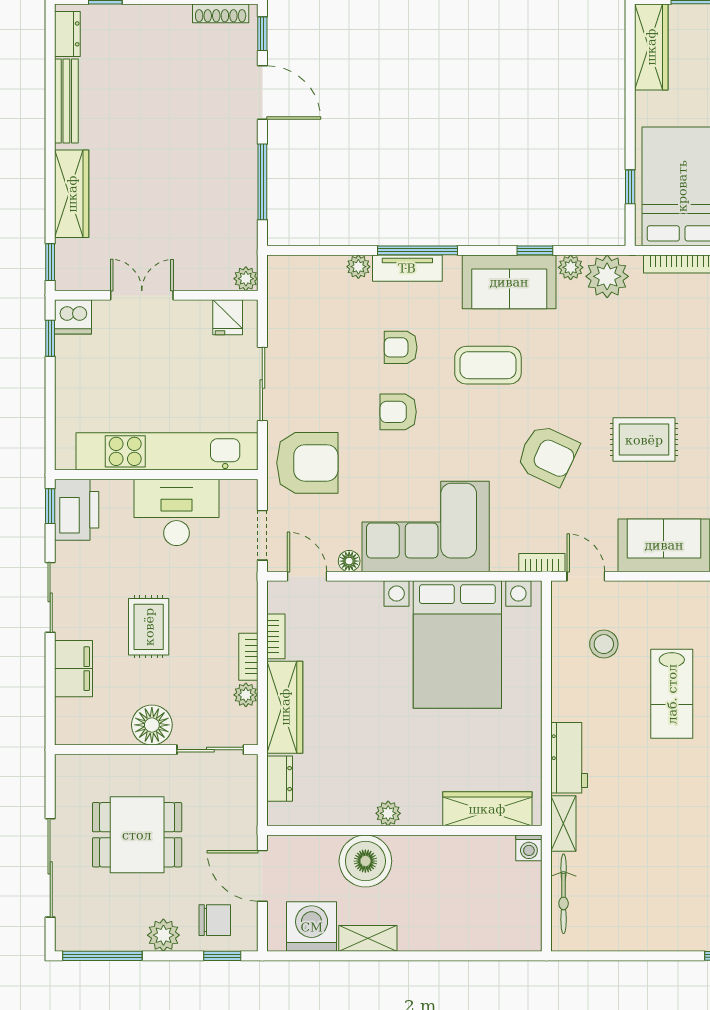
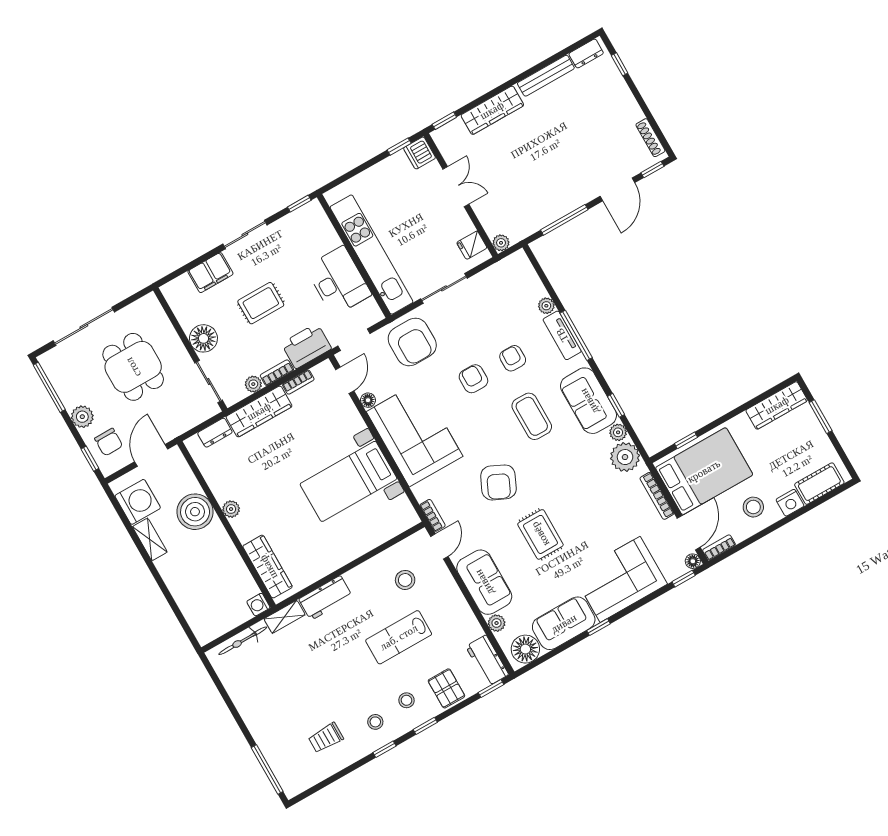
printer: (77, 510) -> (306, 346), moved, turned 180
bed with nightstands: (457, 645) -> (348, 481), width x0.73

